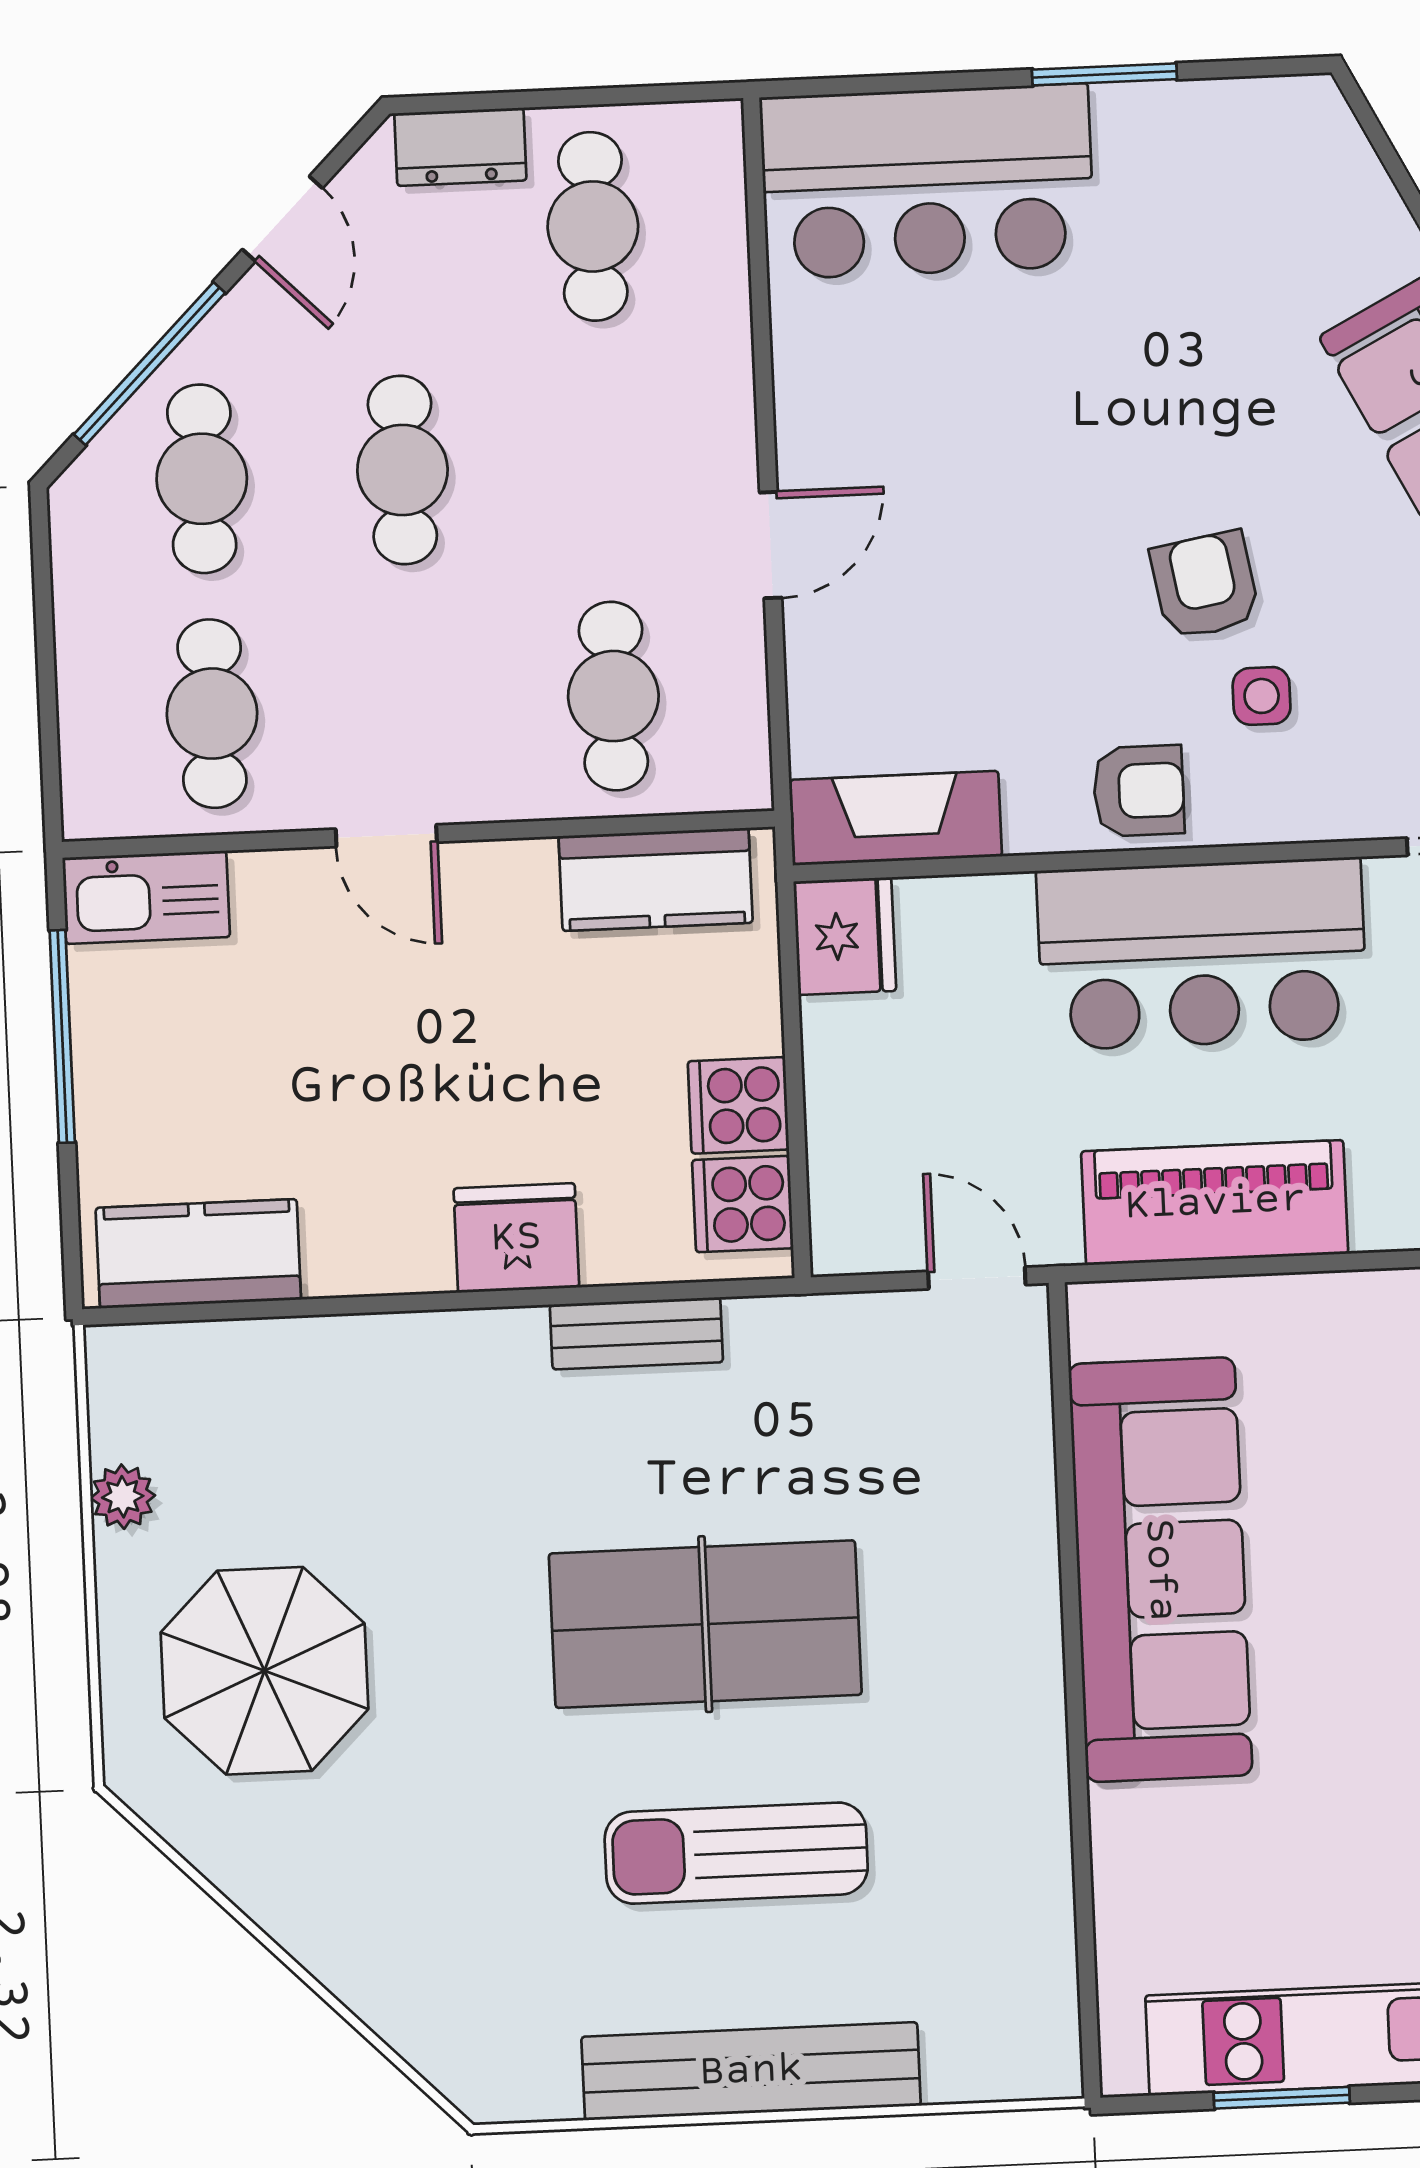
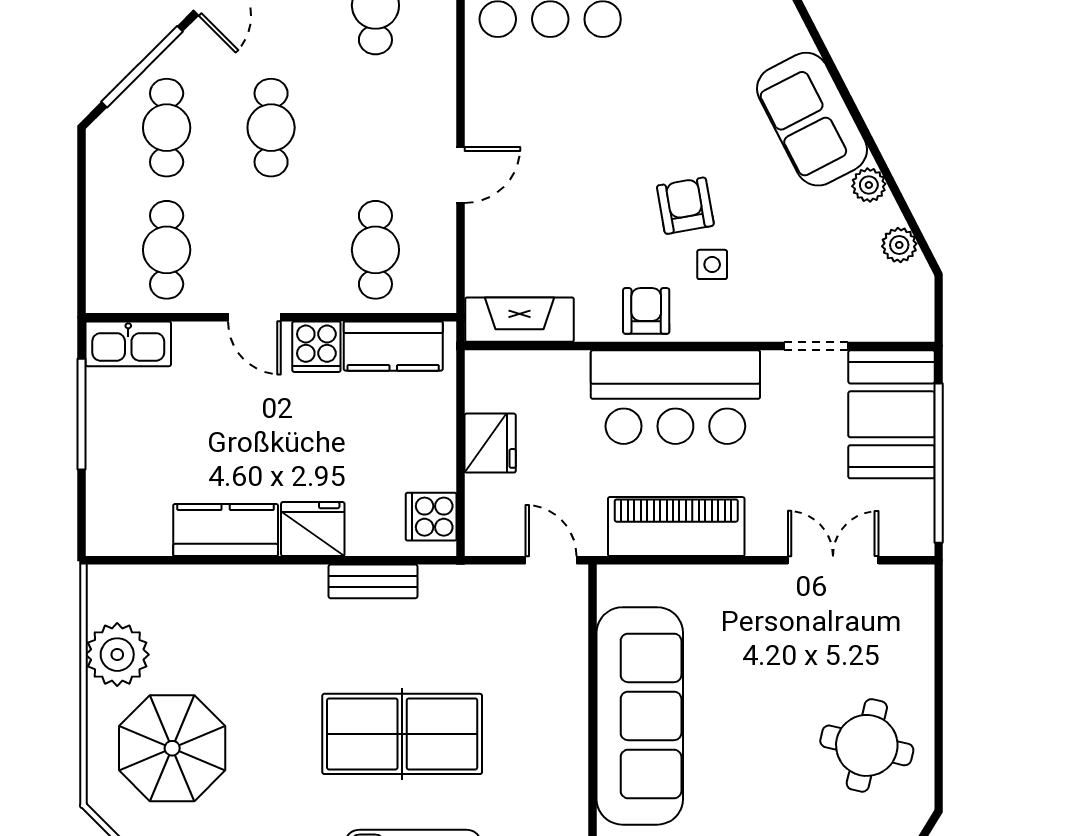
armchair: (1139, 791) -> (646, 311), turned -90
fridge: (845, 936) -> (490, 443), moved
cooker: (738, 1105) -> (316, 347), moved, turned -90
kitchen counter: (198, 1254) -> (226, 530), moved
plant: (123, 1497) -> (117, 655), width x1.88, depth x1.88

